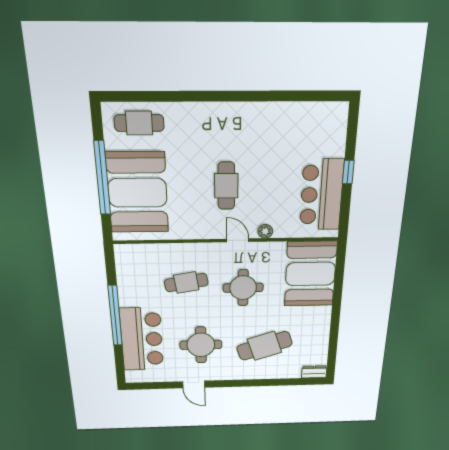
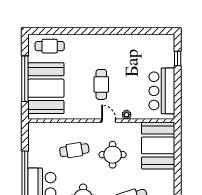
window: (348, 172) -> (178, 59), moved

